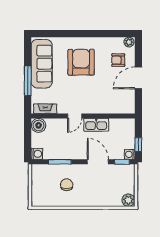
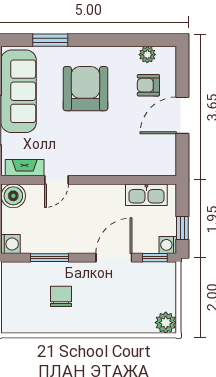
window: (60, 34) -> (50, 40), added
plant: (129, 42) -> (147, 55), moved
door: (75, 116) -> (56, 180), moved
kitchen sink: (96, 125) -> (146, 195), moved
door: (98, 162) -> (114, 258), hinge flipped

